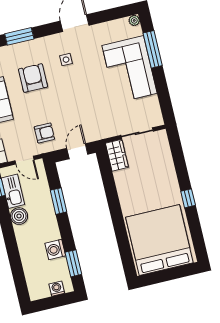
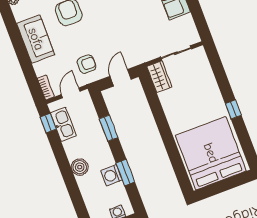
door: (25, 160) -> (71, 93), swing flipped
boiler: (19, 216) -> (80, 167), moved
window: (73, 263) -> (125, 173), moved

